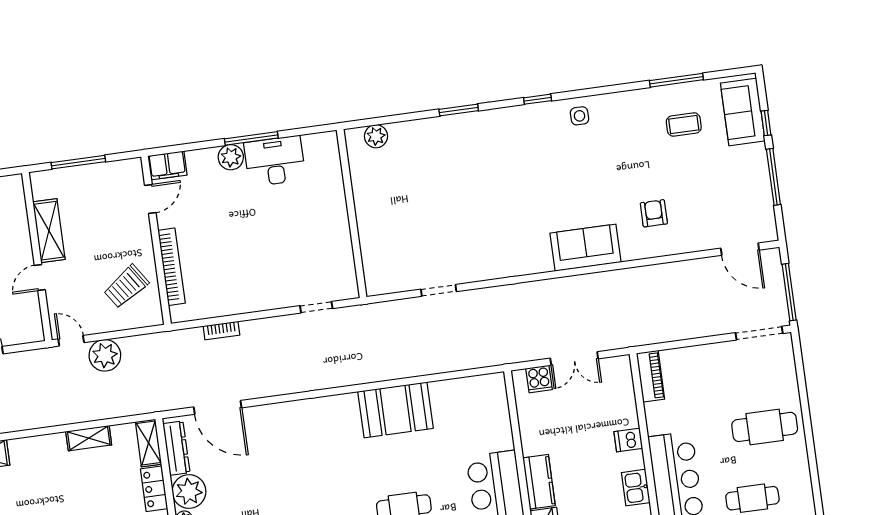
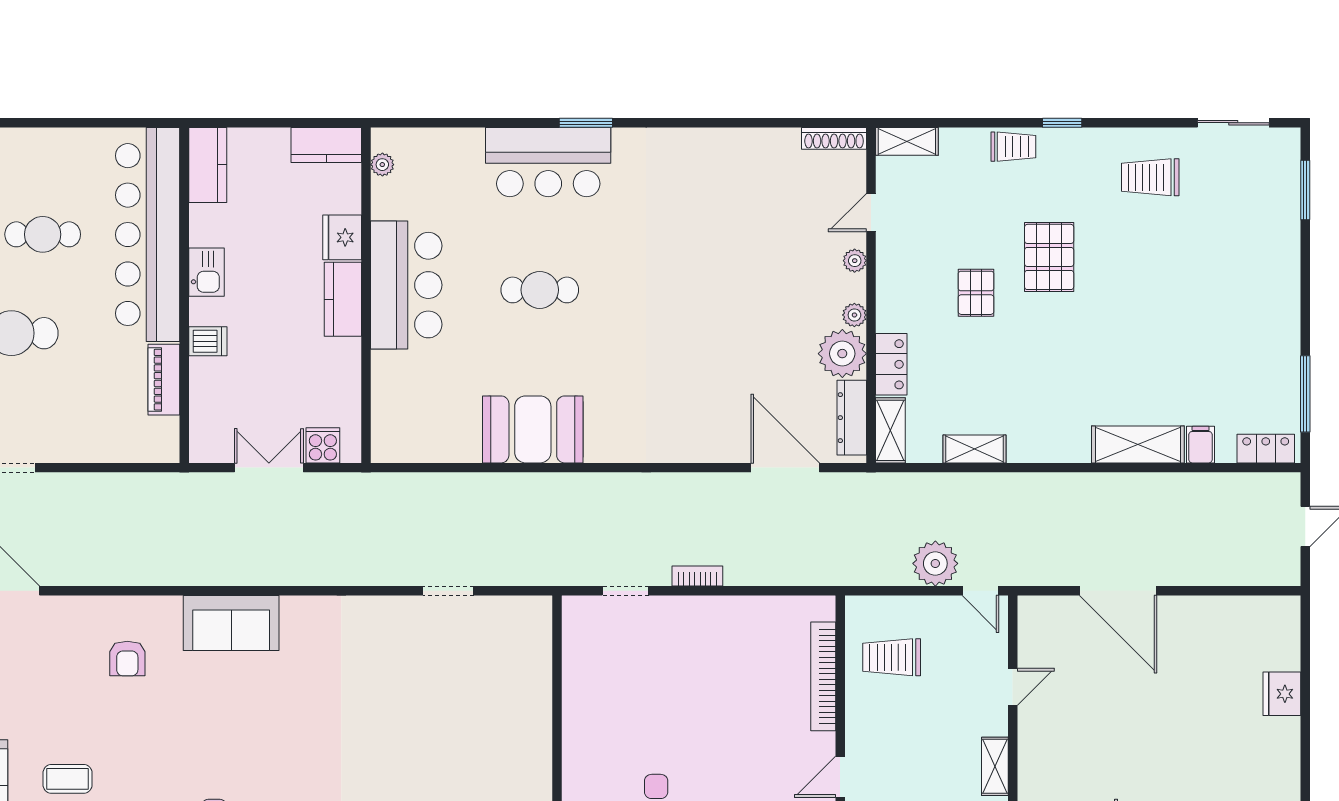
shelving: (49, 231) -> (995, 766), width x0.67, depth x0.75
trolley: (126, 286) -> (892, 657), turned -146
bookcase: (221, 331) -> (697, 576), moved
piano: (650, 376) -> (164, 380), moved

